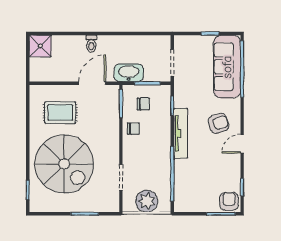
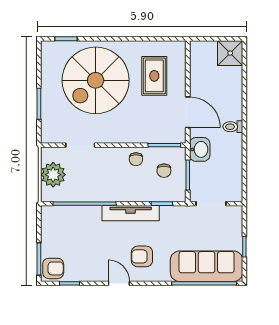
toilet: (91, 44) -> (233, 127), moved
washbasin: (129, 73) -> (200, 149), width x0.72
armchair: (219, 123) -> (142, 256), turned 107

